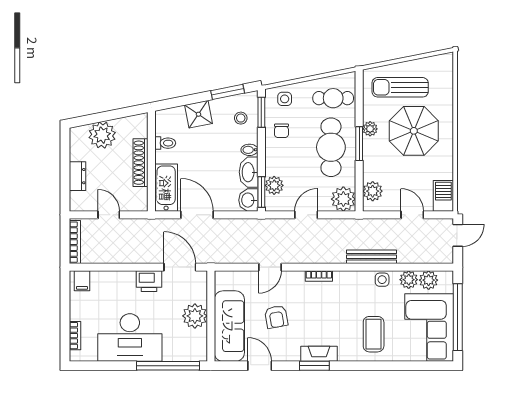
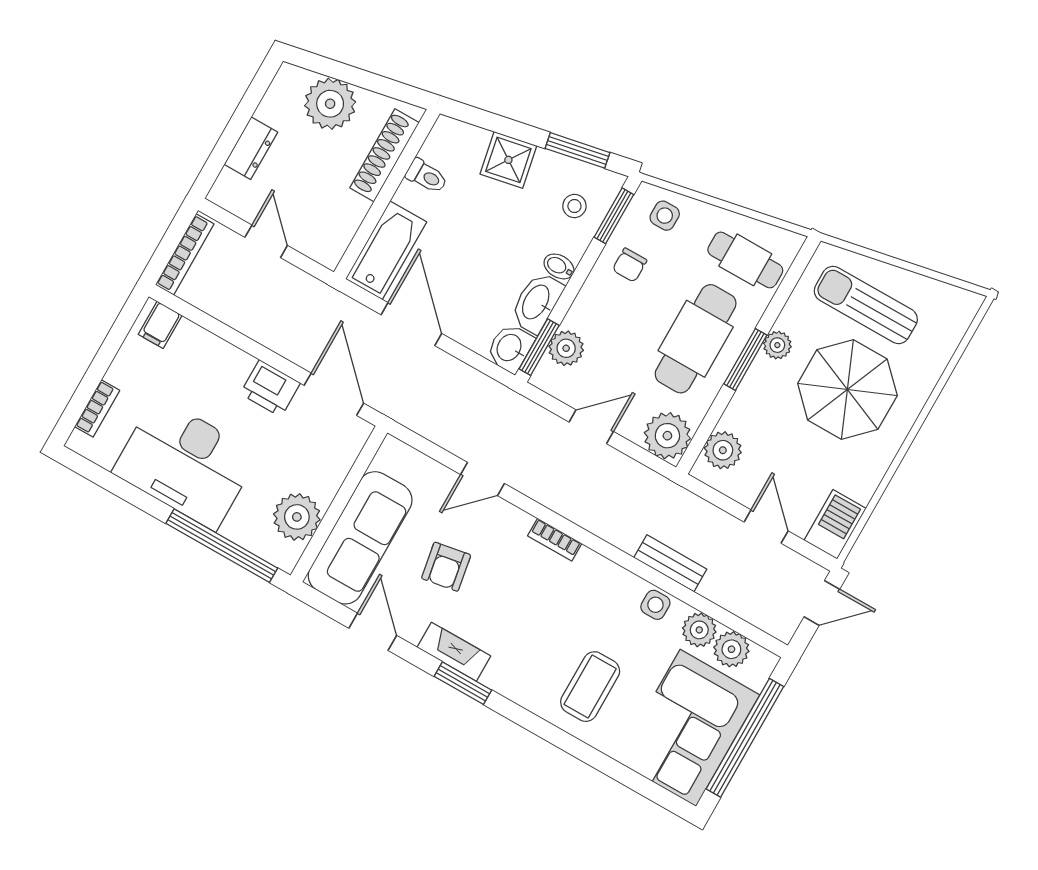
shoe rack: (140, 163) -> (385, 155), moved
bench: (371, 257) -> (670, 563), width x0.73
plant: (195, 316) -> (297, 517), moved
fireplace: (319, 354) -> (454, 652), moved

